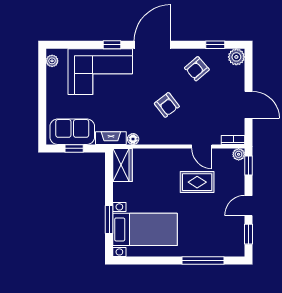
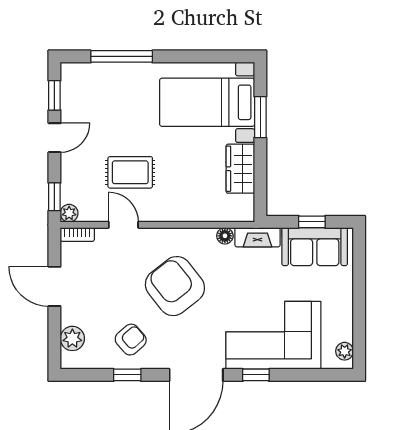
window: (215, 45) -> (127, 375), moved
plant: (236, 57) -> (72, 338), moved
armchair: (167, 105) -> (175, 286), width x1.88, depth x1.88
wardrobe: (123, 165) -> (240, 169), moved

